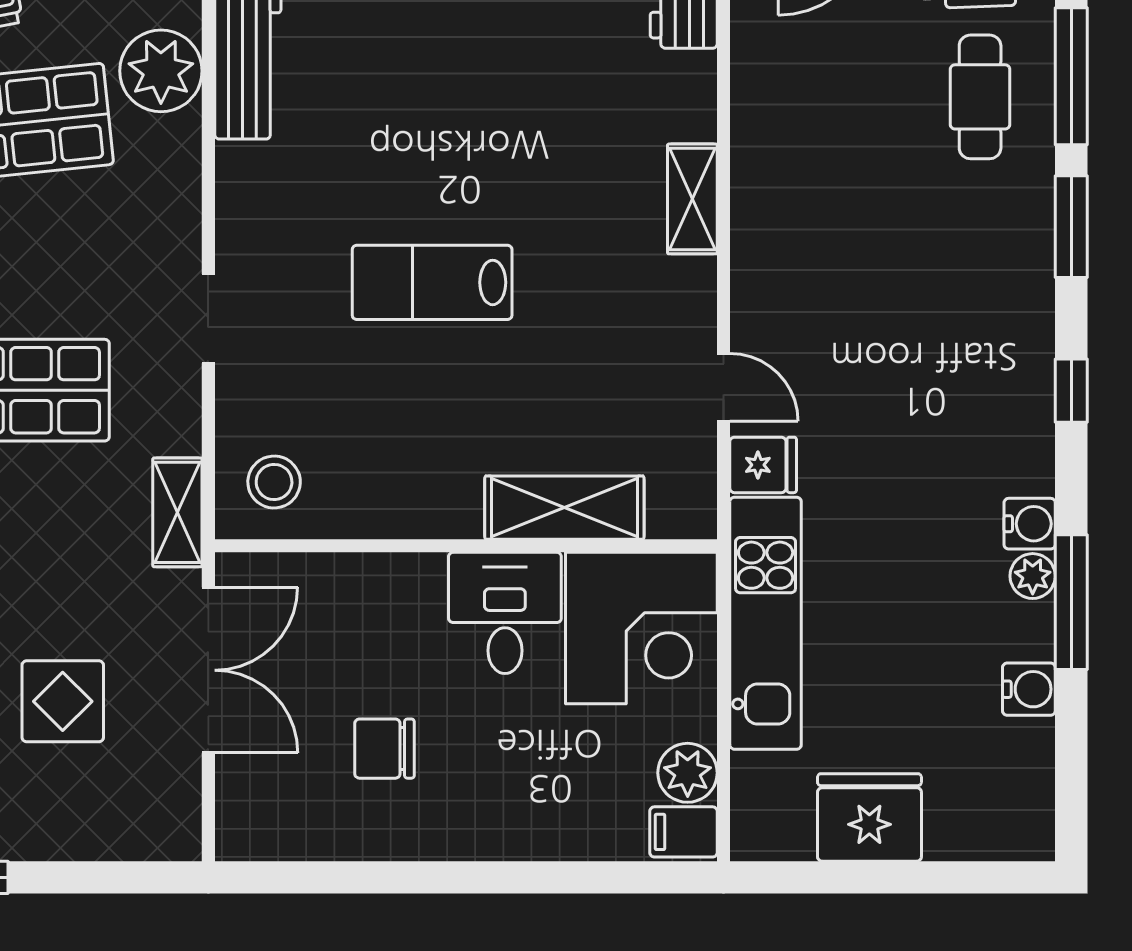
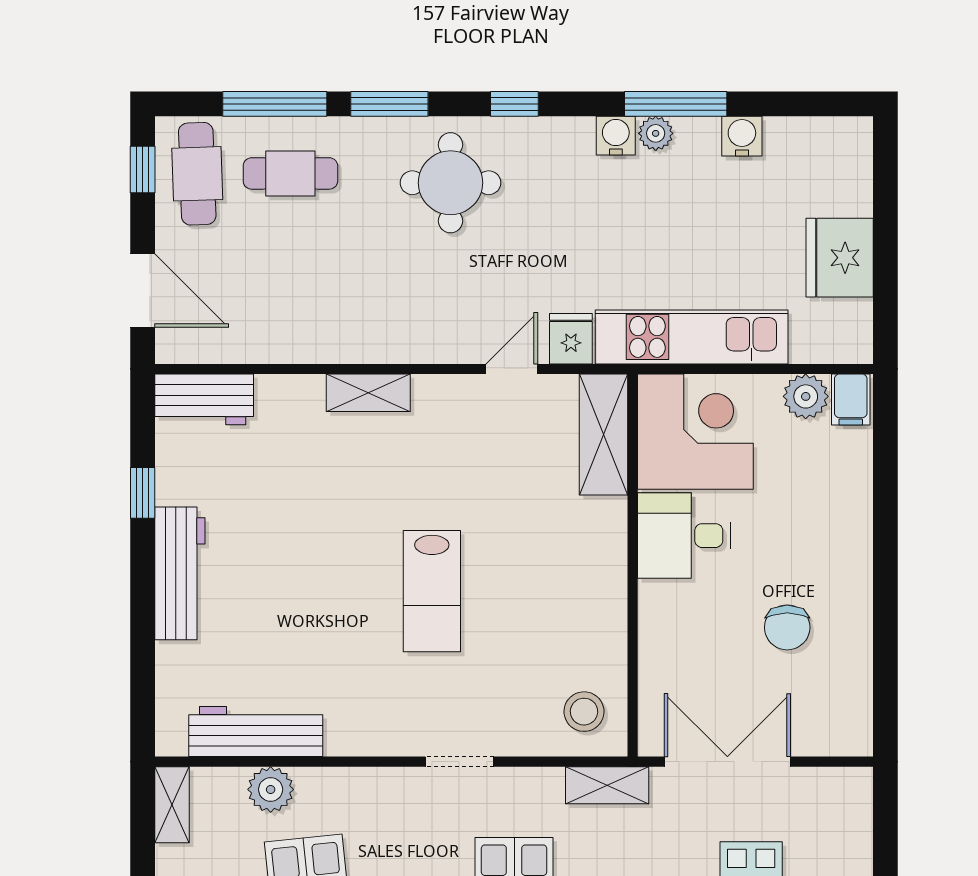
plant: (161, 71) -> (271, 789), width x0.73, depth x0.73
round table: (968, 307) -> (451, 183), added
shelving: (564, 508) -> (603, 434), moved

